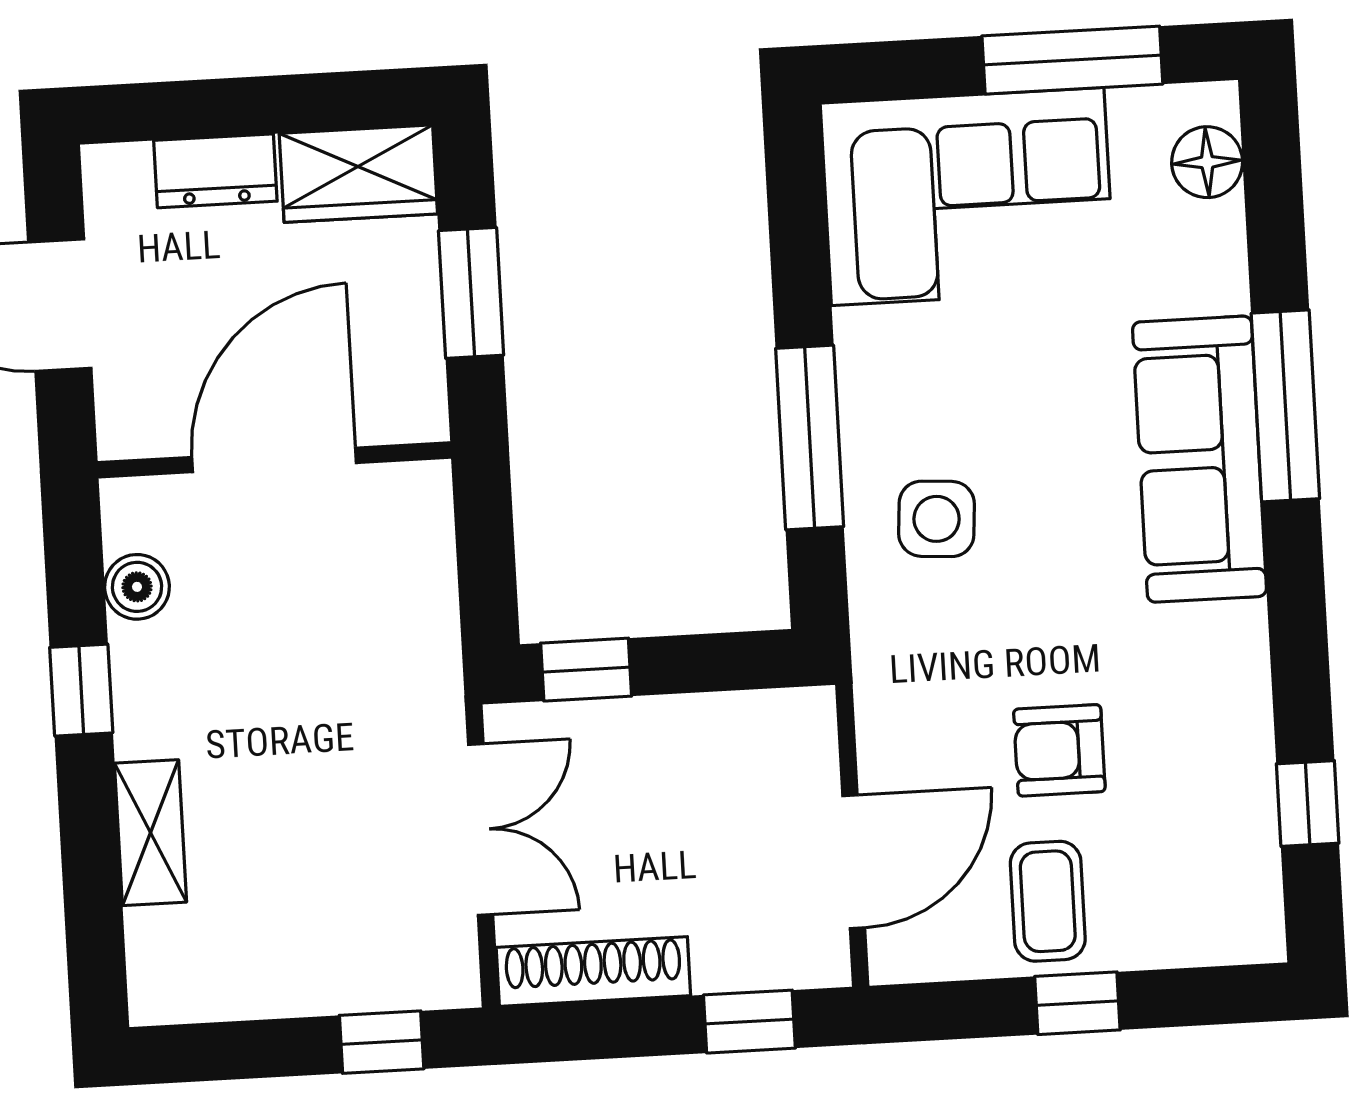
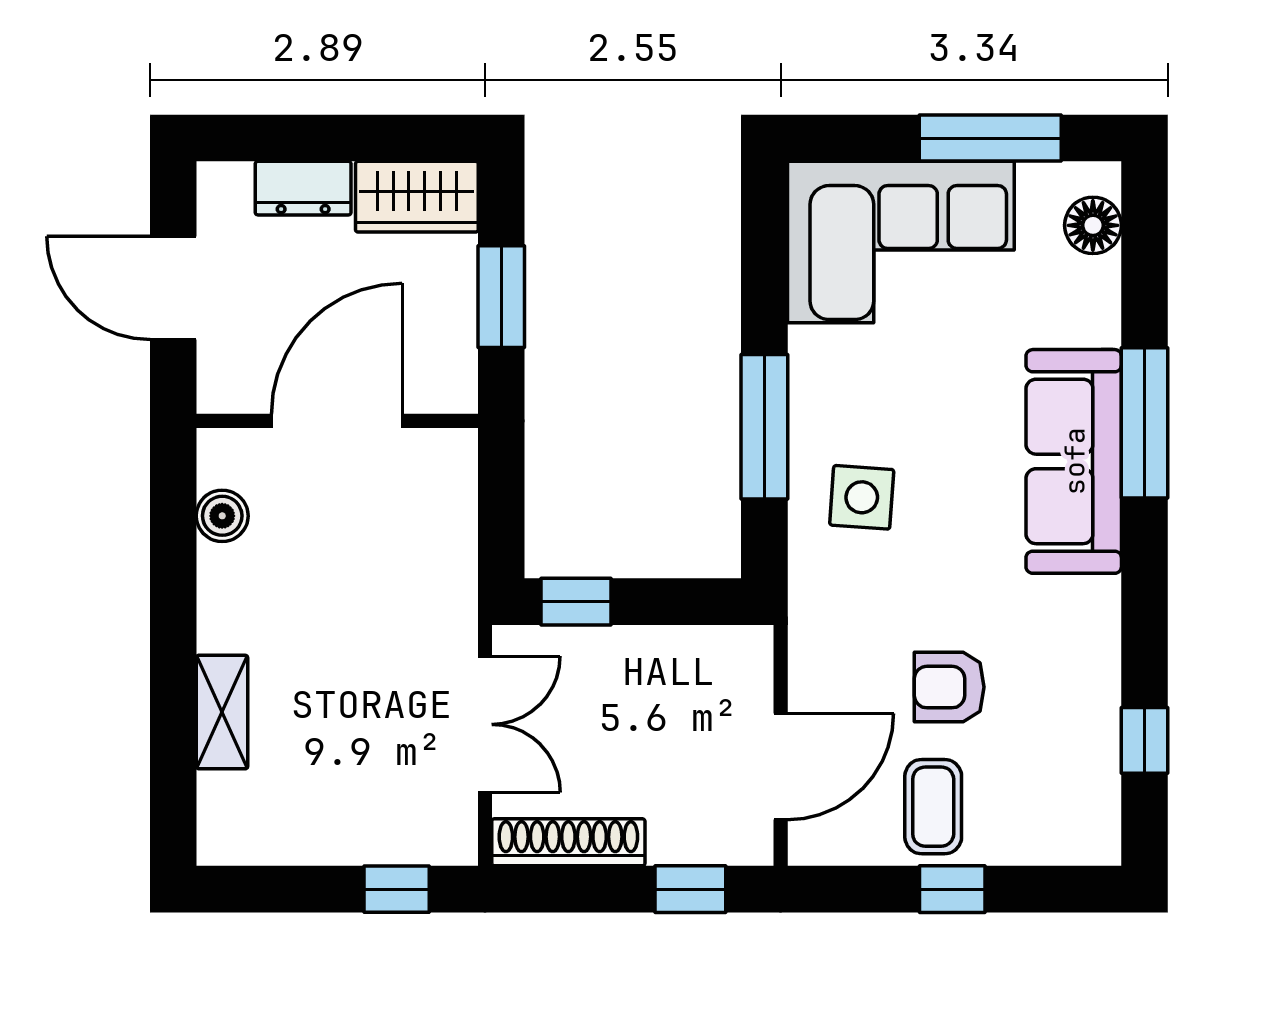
window: (81, 690) -> (173, 595), removed

